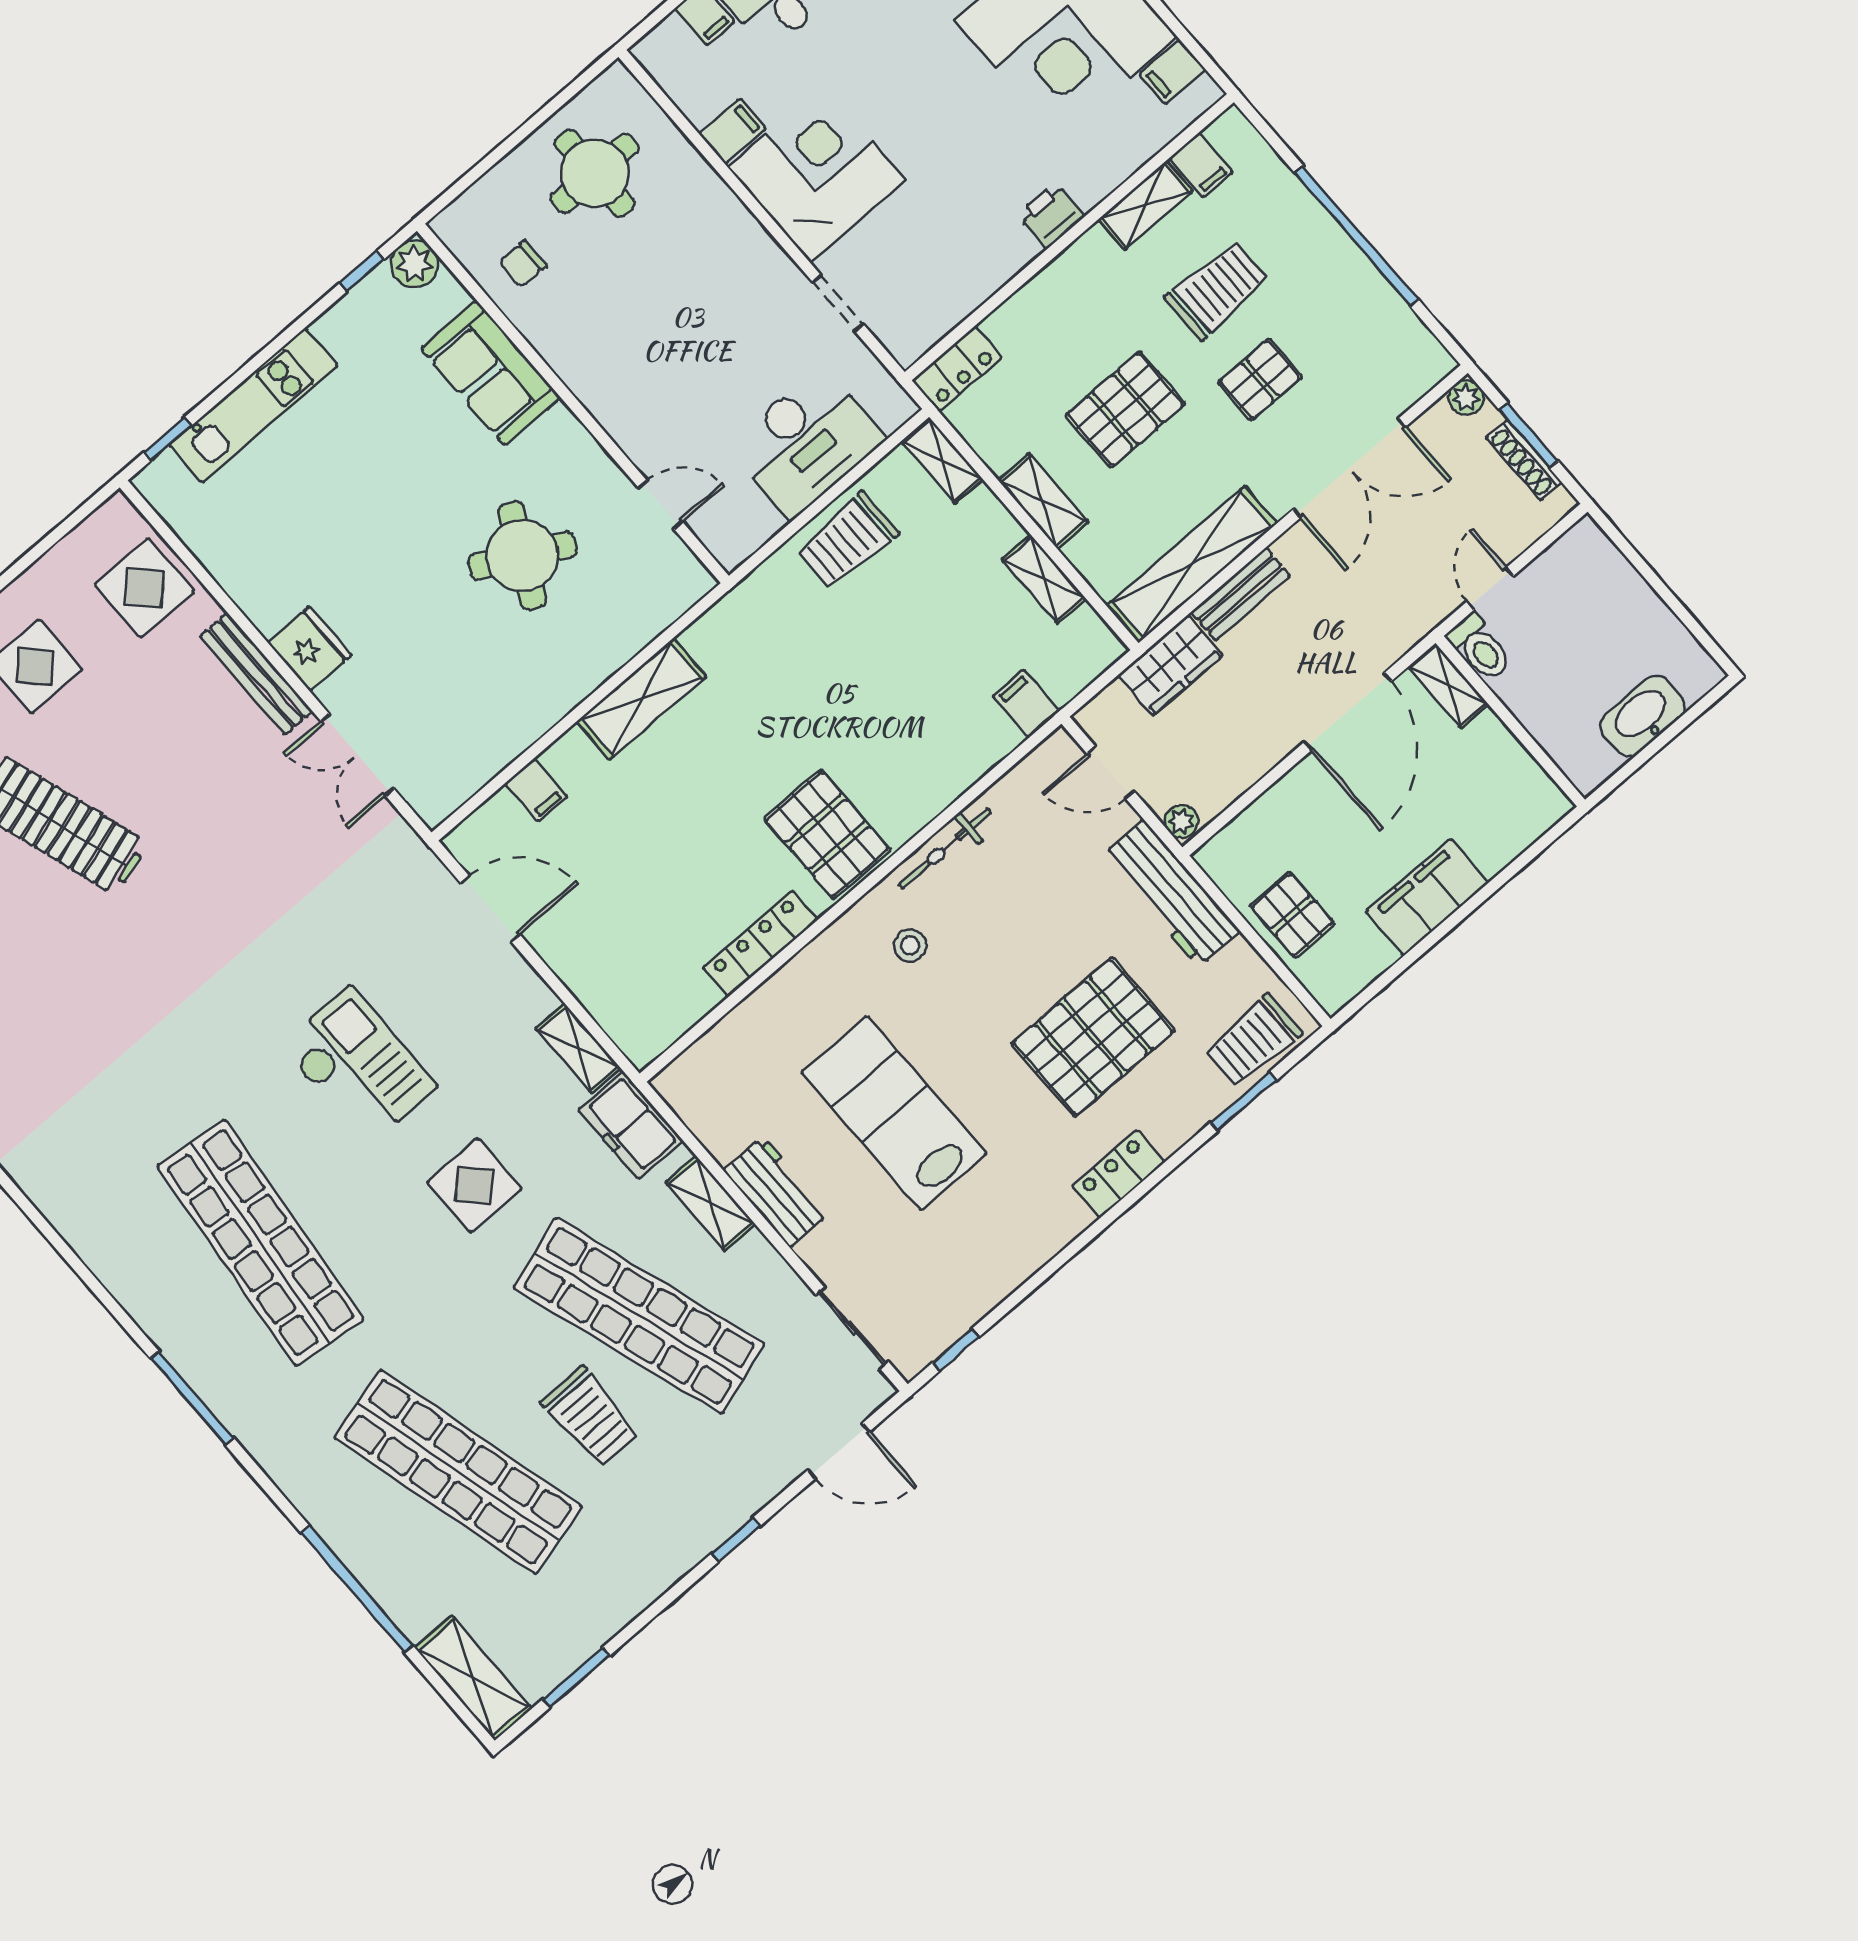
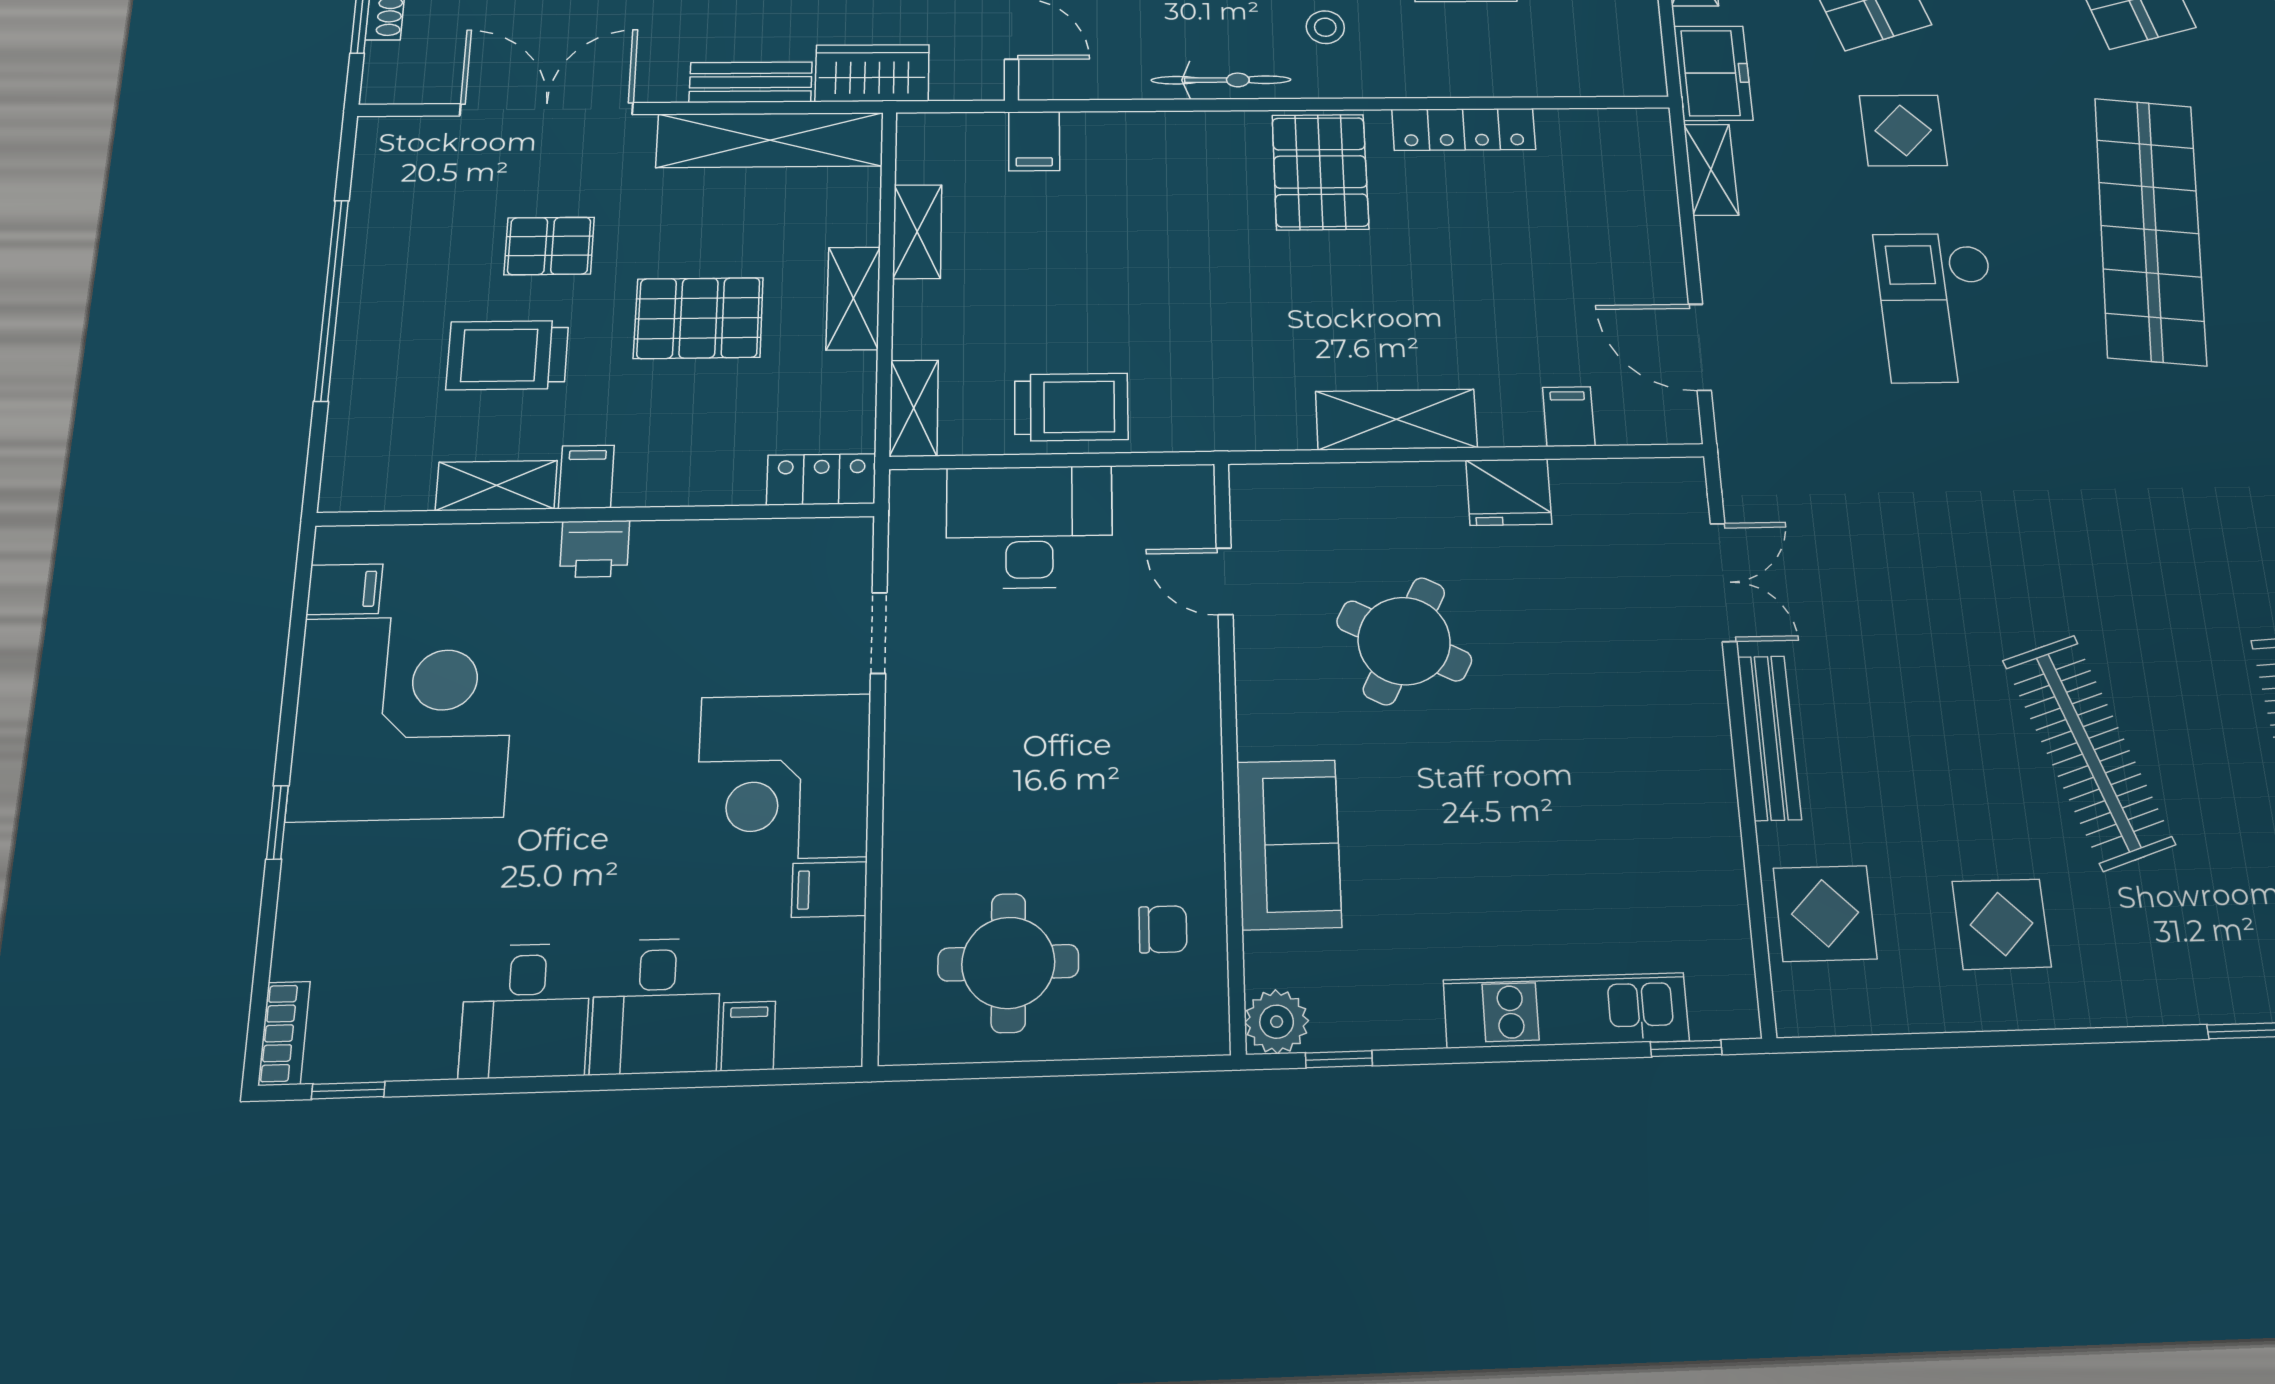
filing cabinet: (1201, 165) -> (586, 477), moved
plant: (1466, 397) -> (382, 86), removed
fridge: (310, 649) -> (1509, 492), moved, turned -90

